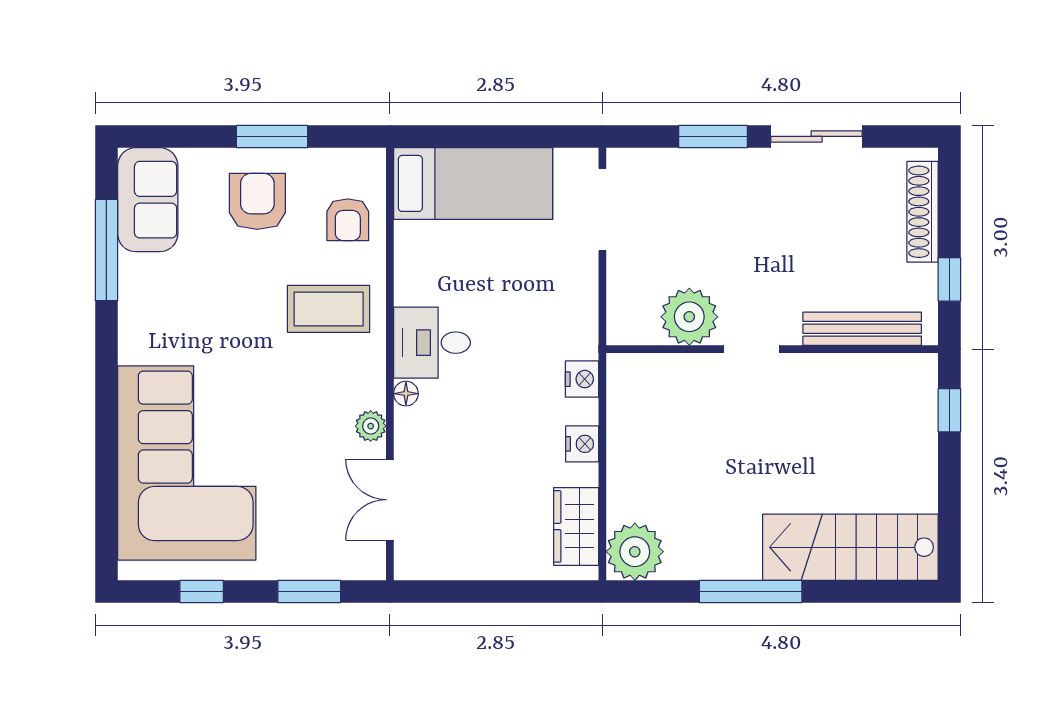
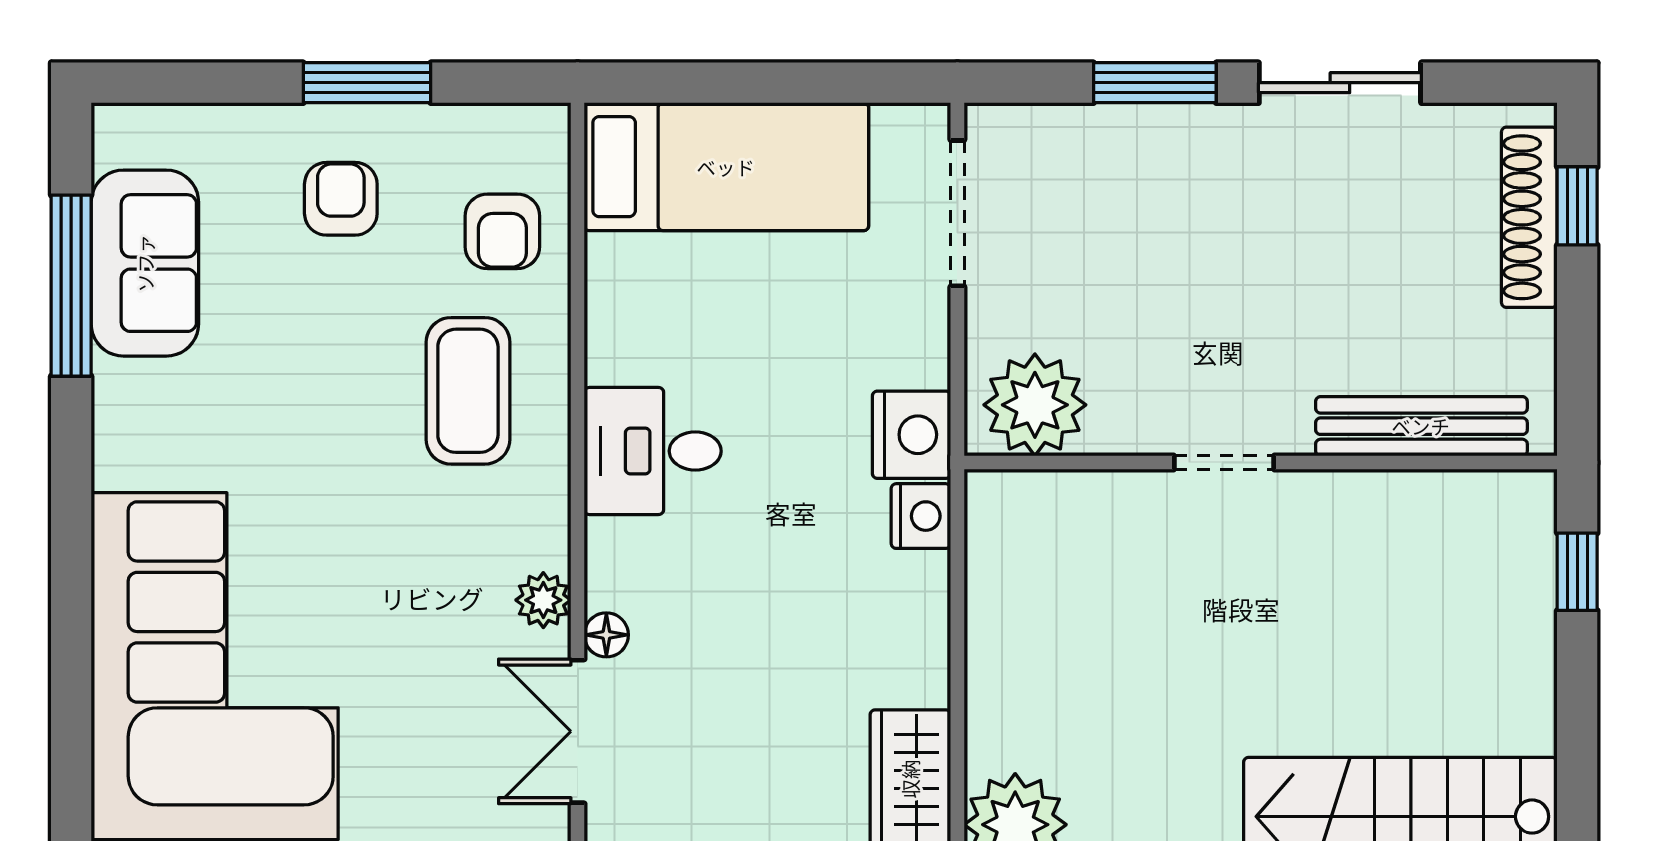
sofa: (148, 200) -> (145, 263), moved
armchair: (257, 201) -> (341, 199), width x0.72, depth x0.72
window: (949, 279) -> (1577, 206), moved
coffee table: (329, 309) -> (468, 391), turned 90
plant: (689, 317) -> (1035, 405), moved
floor lamp: (406, 394) -> (606, 635), moved
nightstand: (582, 444) -> (912, 435), moved, width x1.36, depth x1.33

